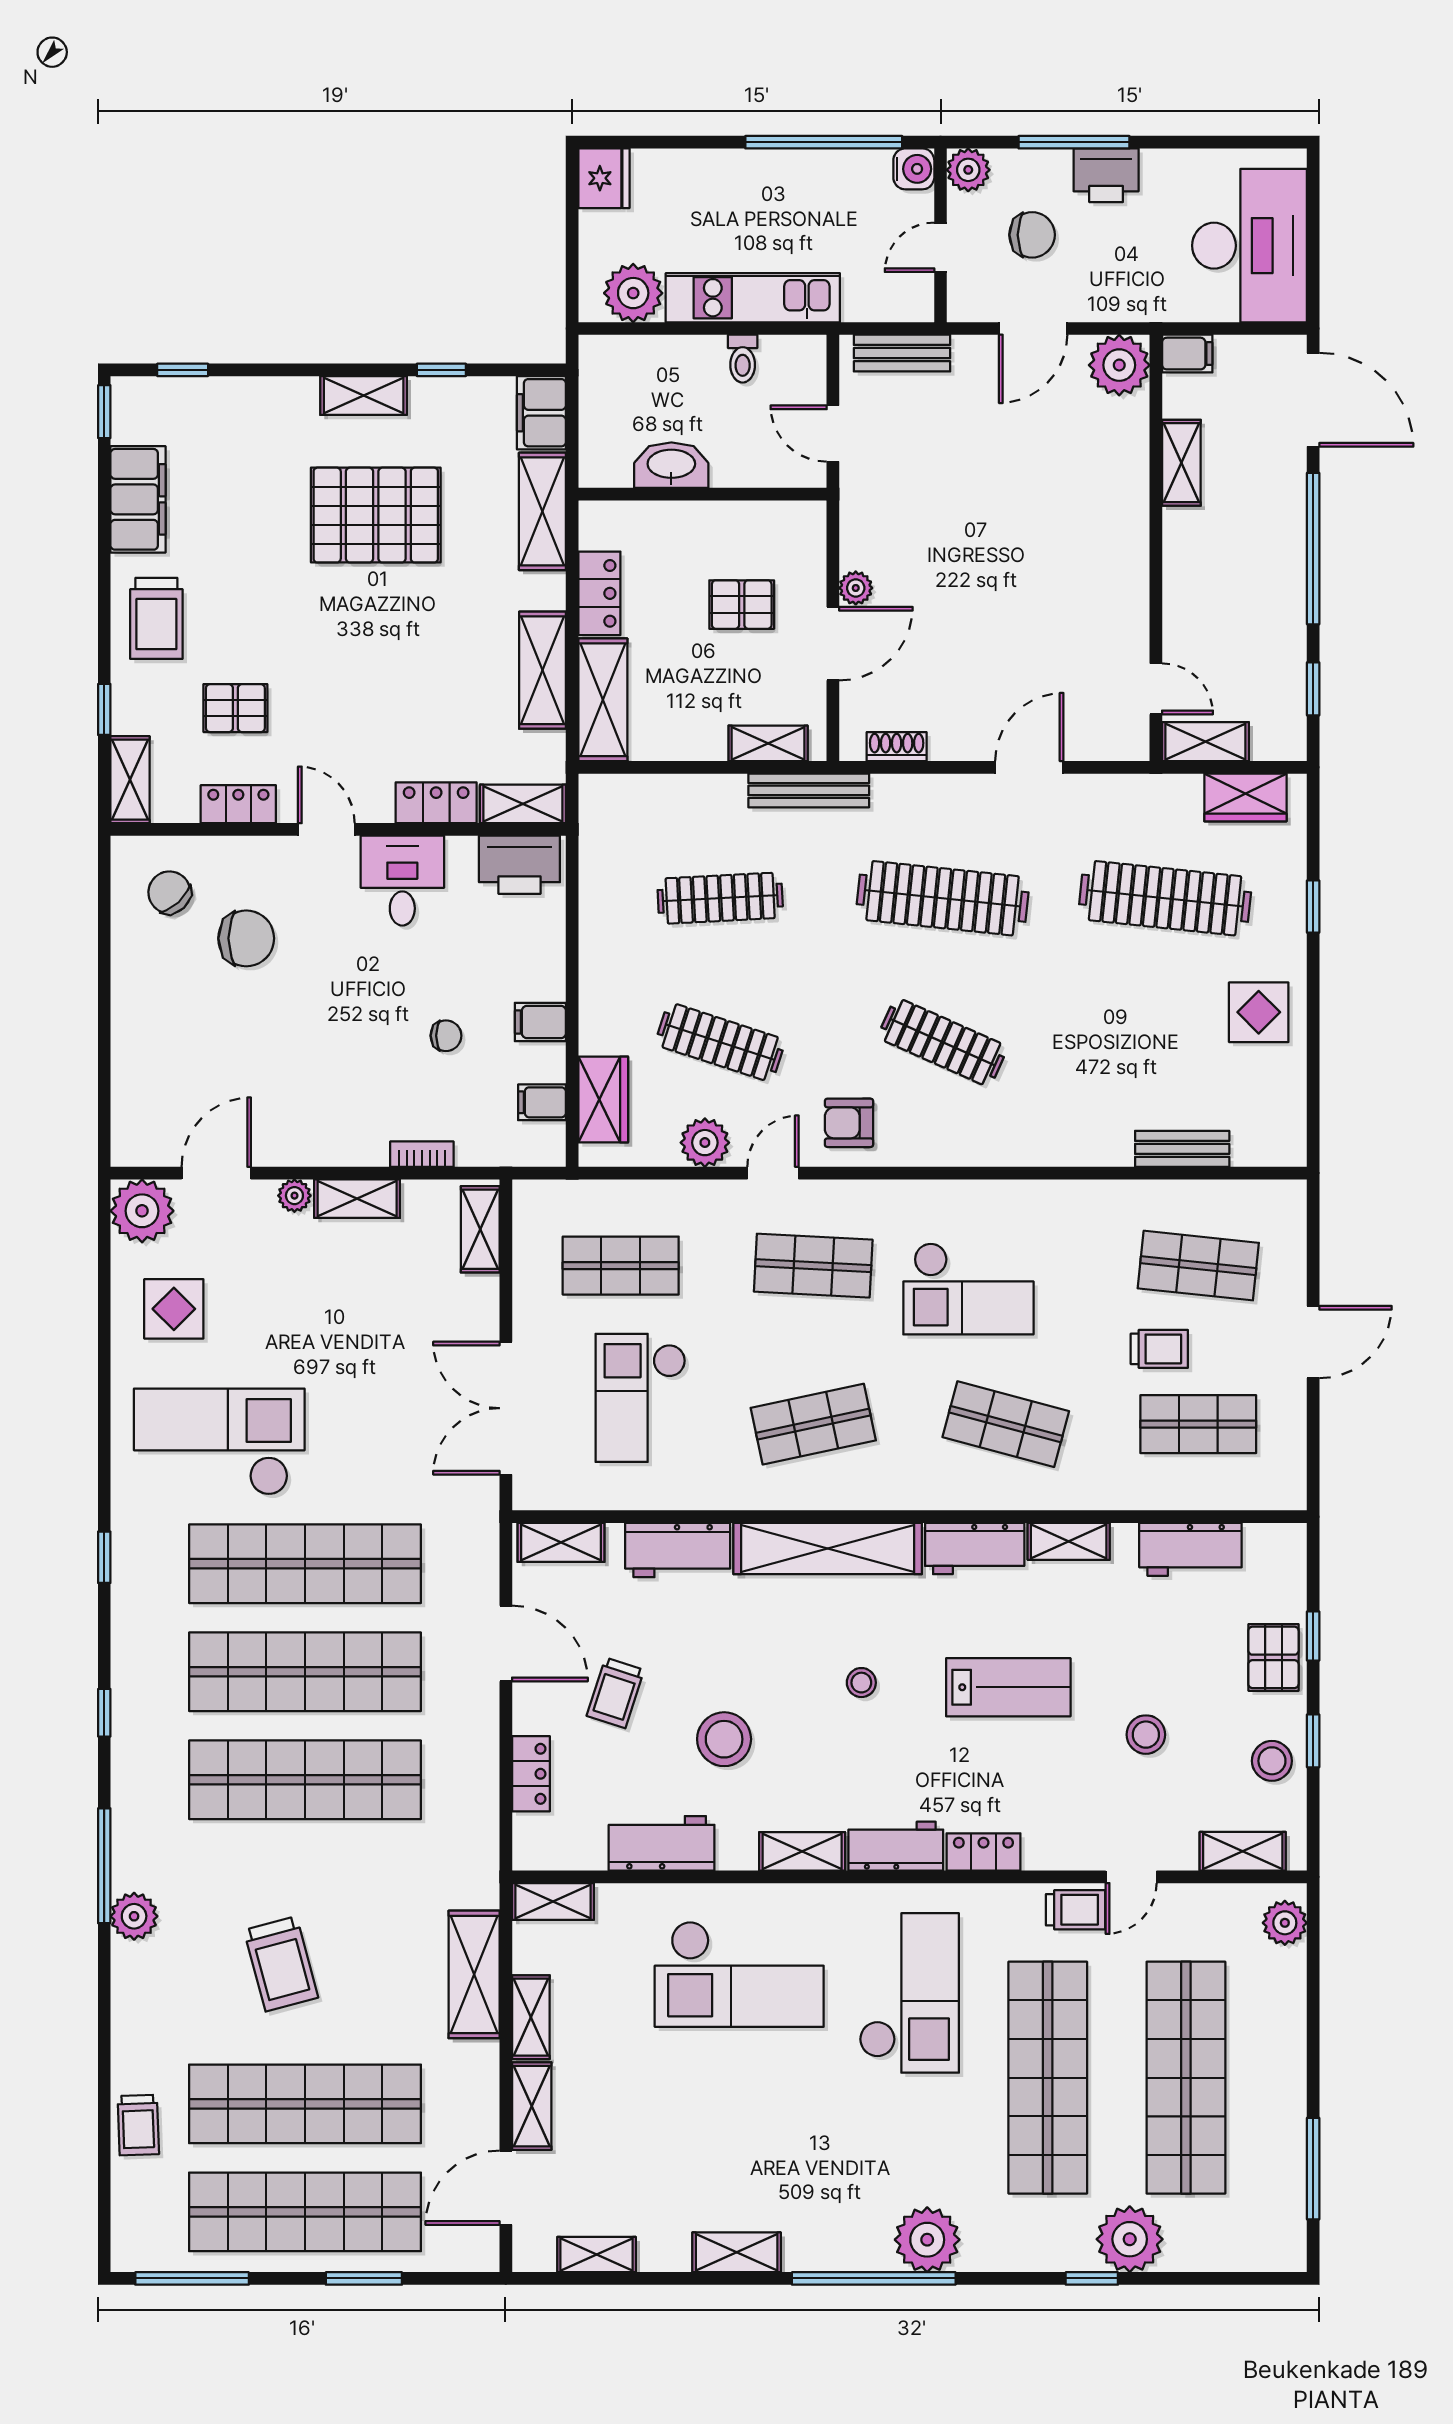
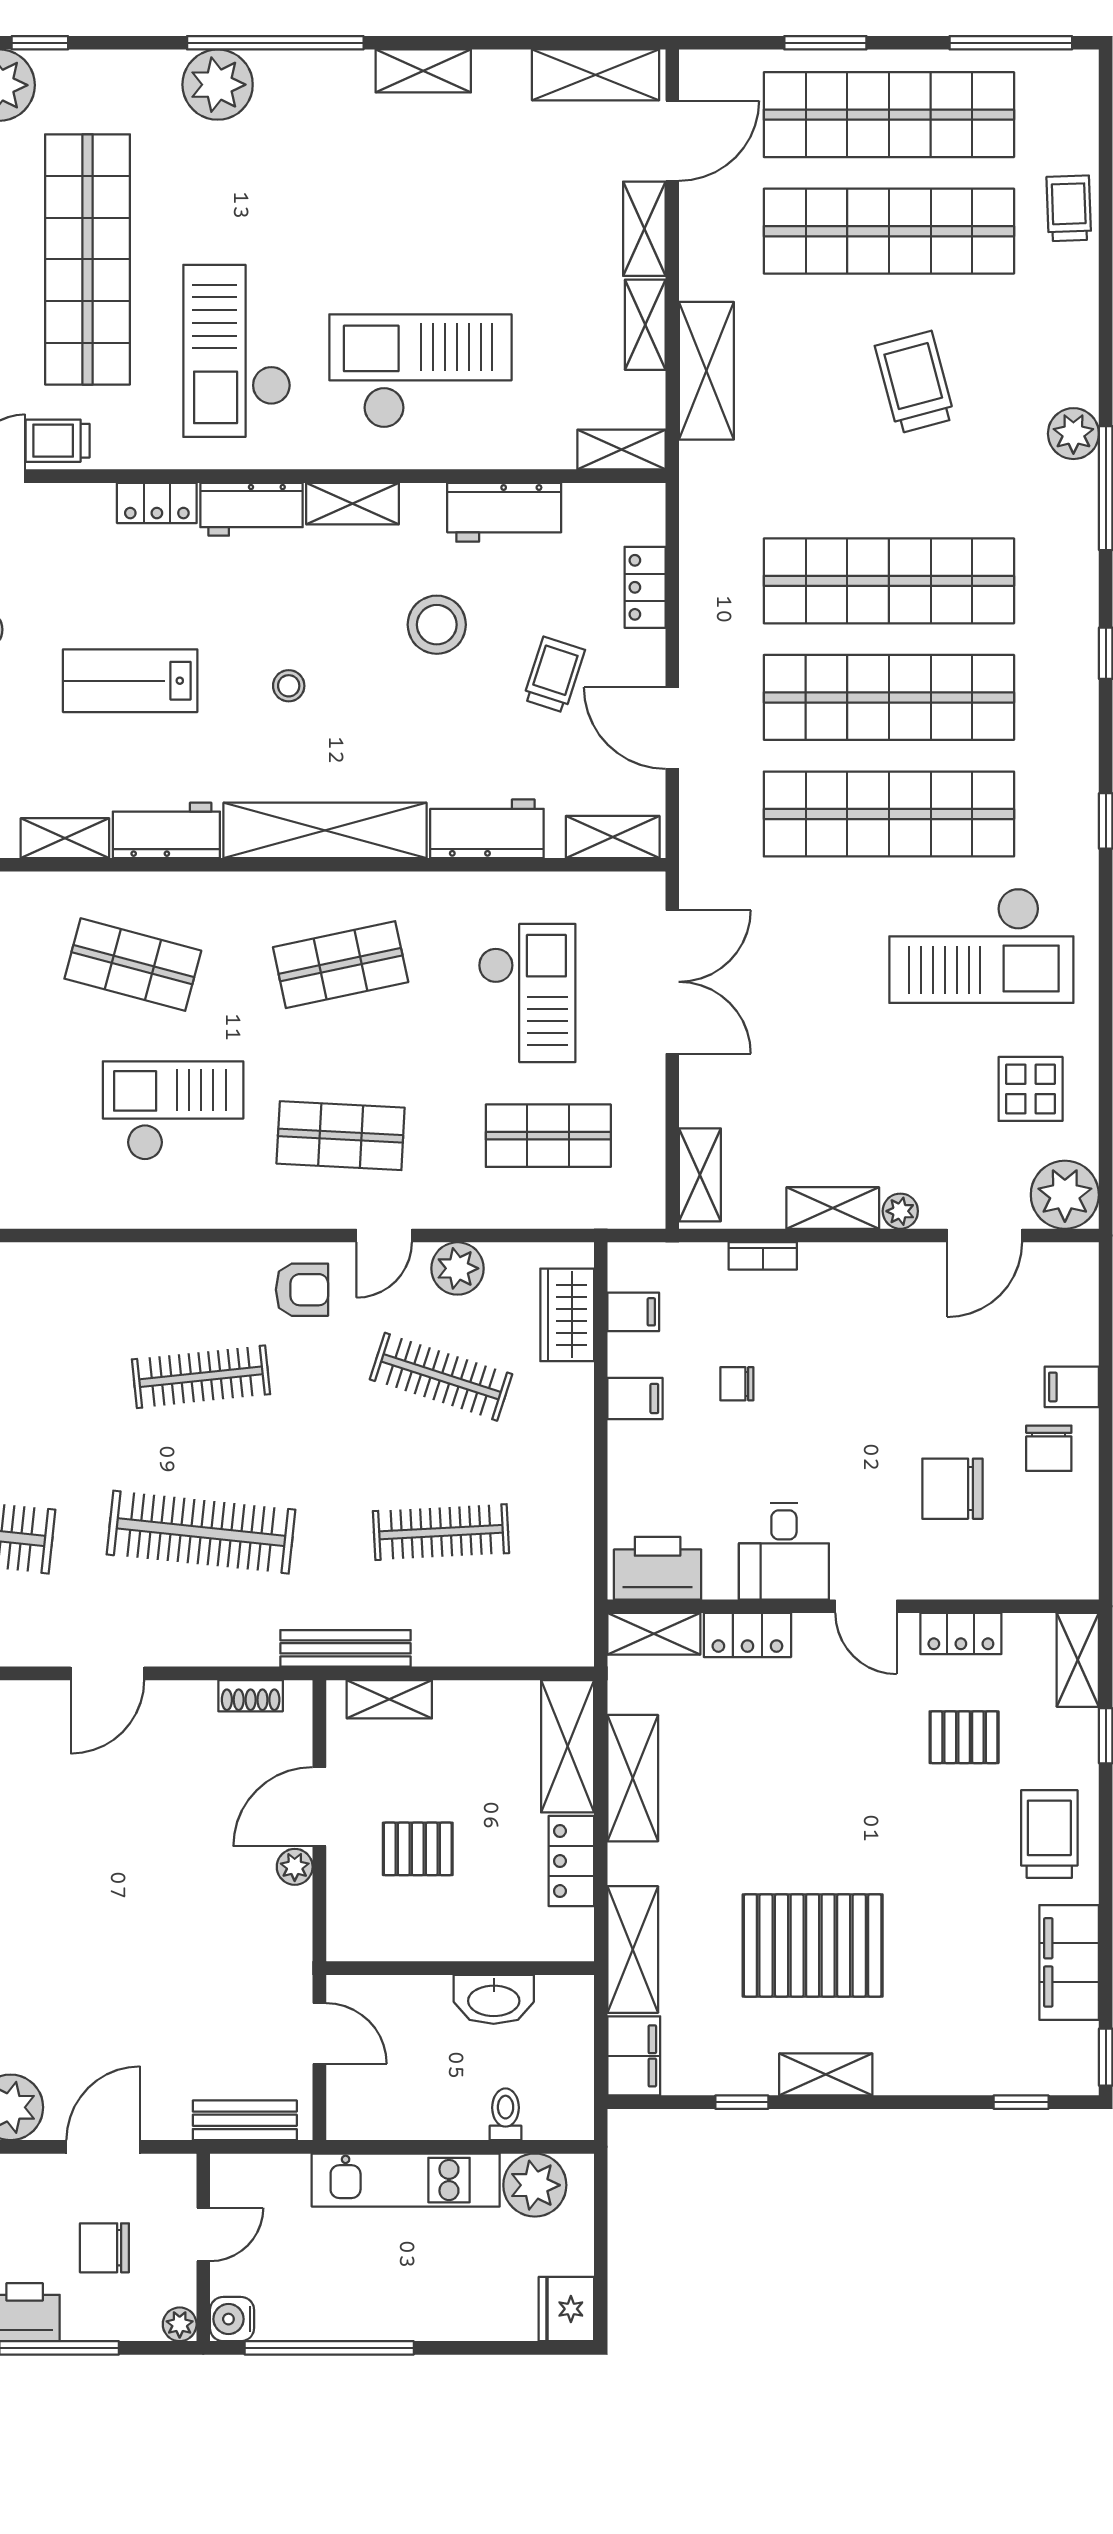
plant: (968, 170) -> (180, 2324), width x0.73, depth x0.73
toilet: (743, 359) -> (506, 2114), moved
chair: (169, 892) -> (1049, 1448), moved, turned 43
filing cabinet: (136, 1033) -> (1072, 1387), added
clothes rail: (943, 1042) -> (201, 1377), turned -30
shelving: (597, 2255) -> (596, 75), width x1.50, depth x1.33

